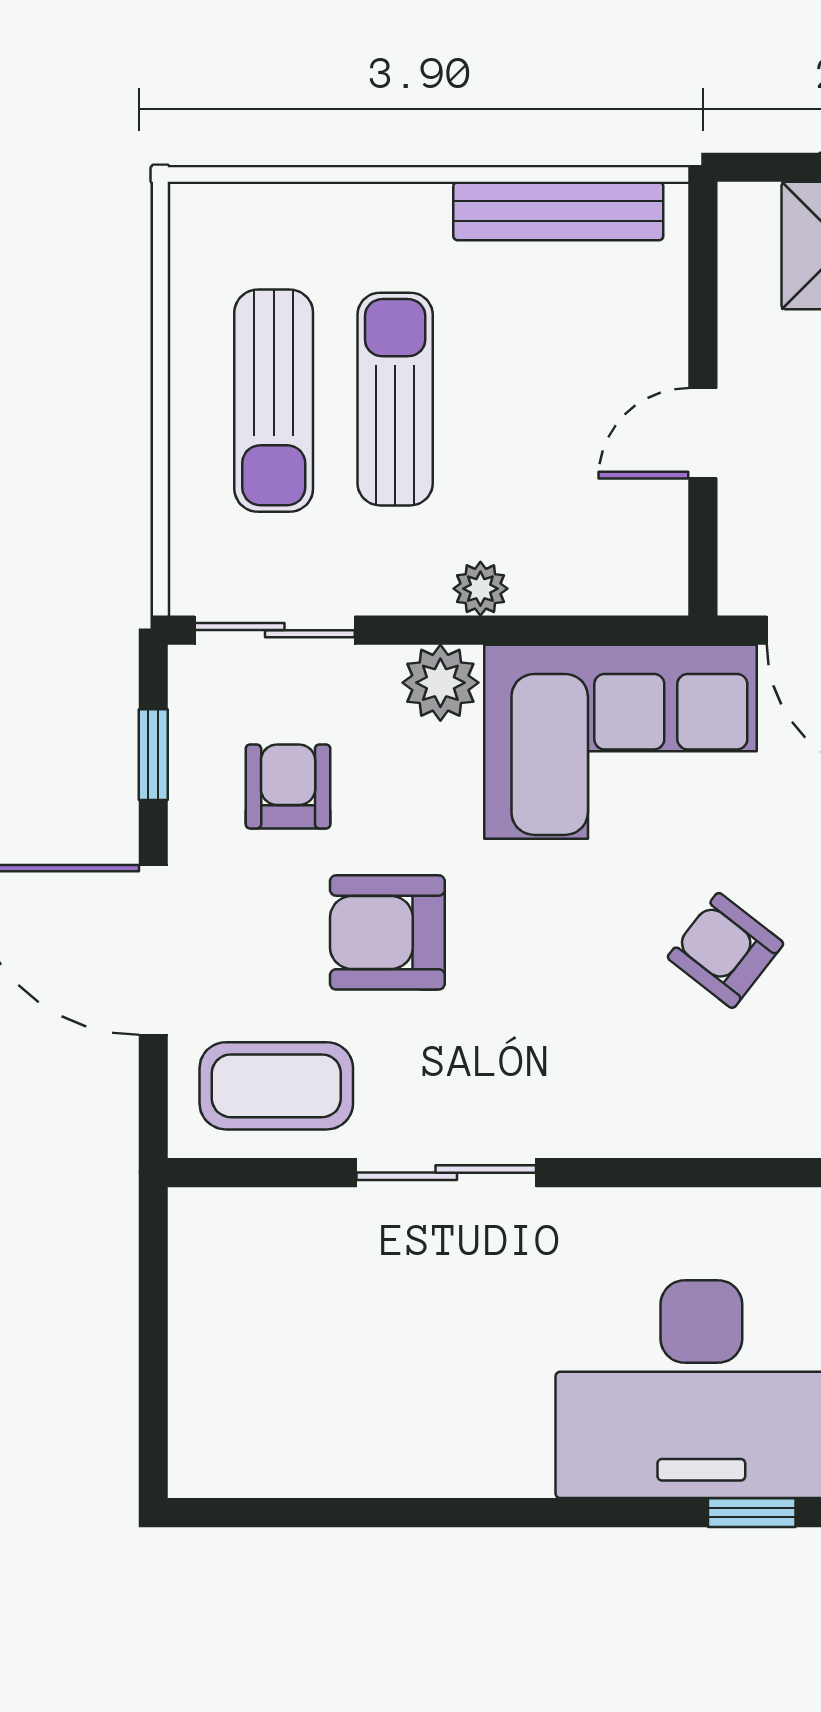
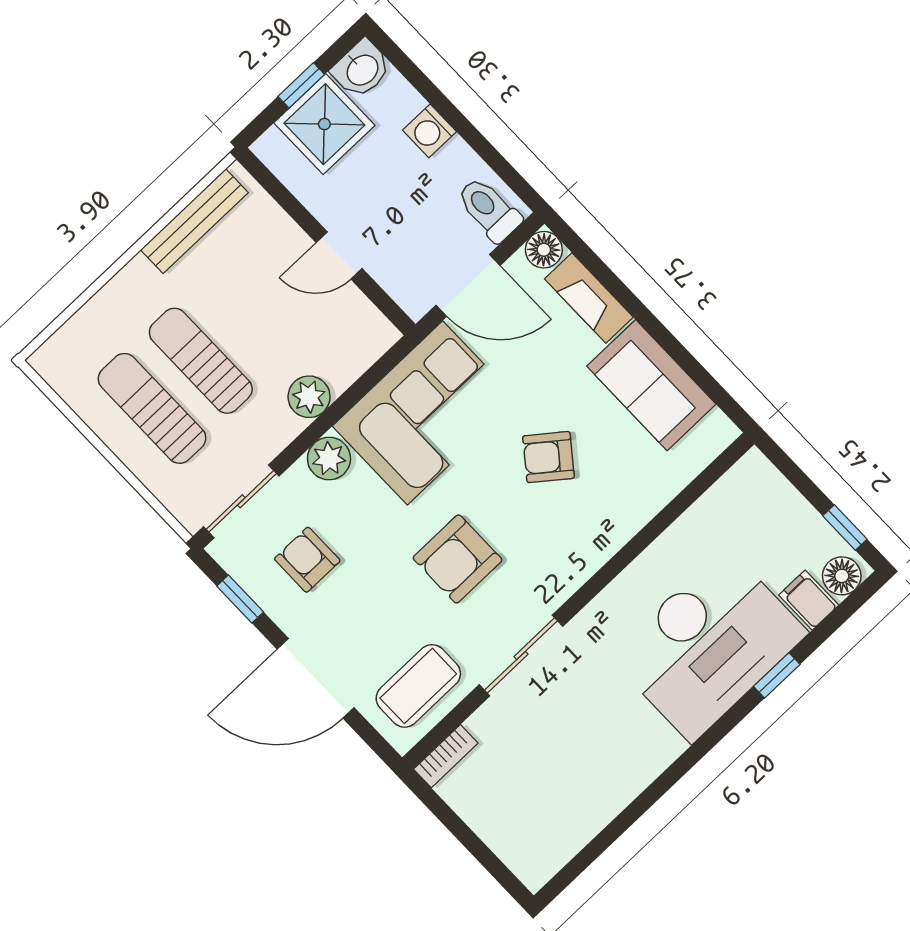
sun lounger: (274, 401) -> (152, 408), turned 180
door: (703, 433) -> (339, 256), hinge flipped
plant: (480, 589) -> (309, 397), width x1.38, depth x1.38
armchair: (387, 932) -> (458, 559), moved
bookcase: (225, 1210) -> (446, 756), added

